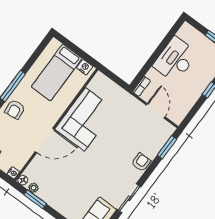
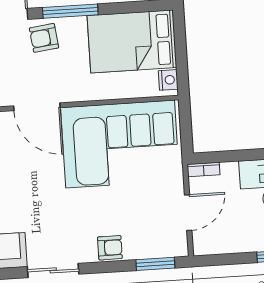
bed: (57, 73) -> (132, 41), width x1.50
corner sofa: (85, 119) -> (120, 144), width x1.36, depth x1.36

